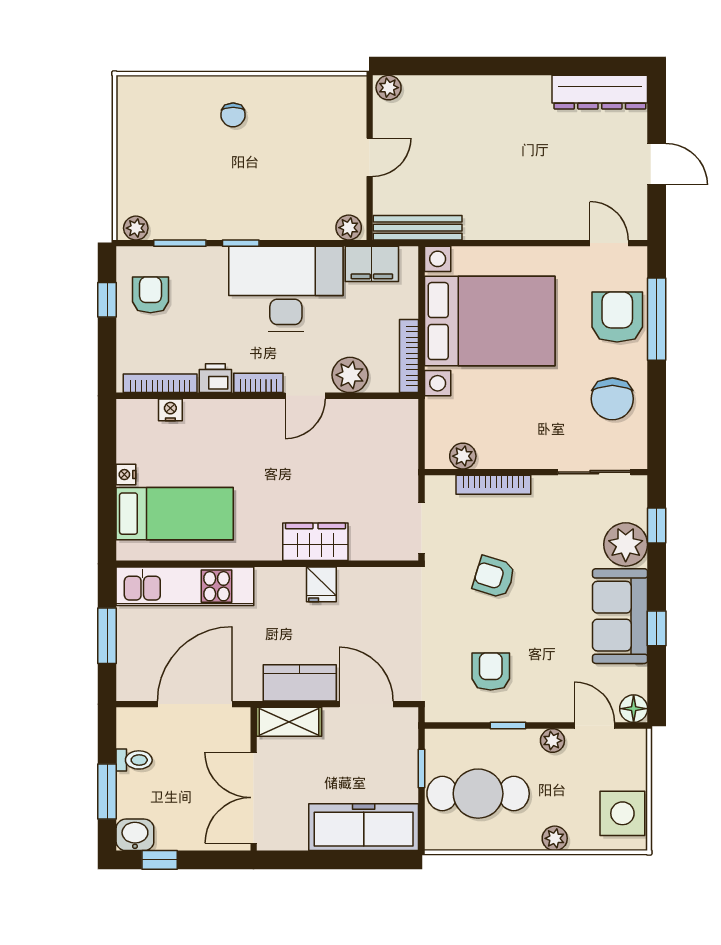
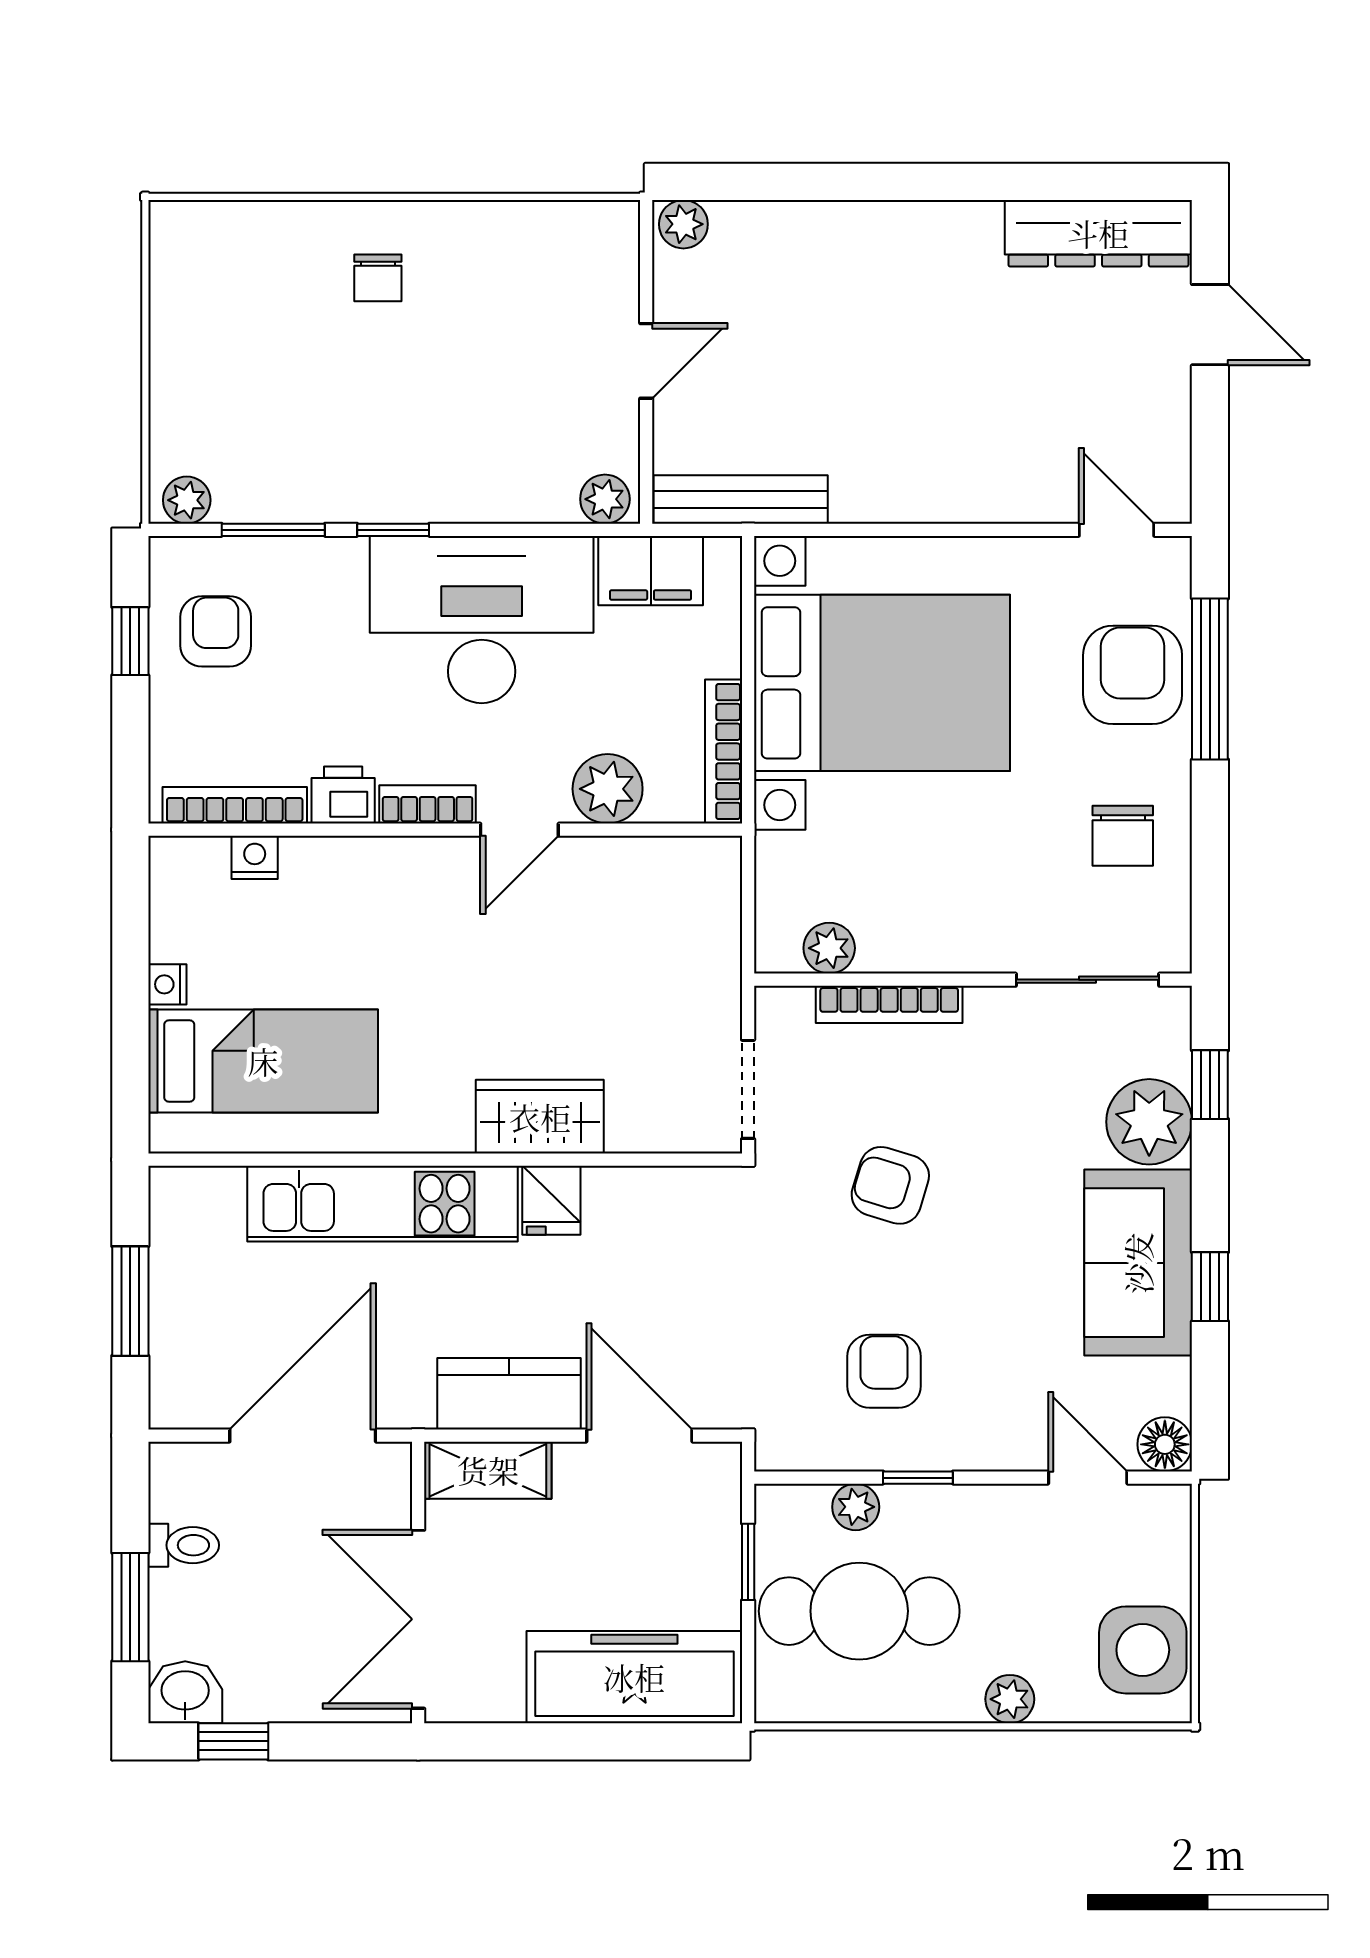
door: (657, 164) -> (1210, 325), moved
chair: (612, 399) -> (1123, 836), width x0.73, depth x0.73
kitchen unit: (185, 586) -> (382, 1204), moved
plant: (552, 741) -> (856, 1507), moved

